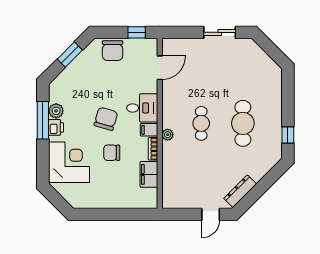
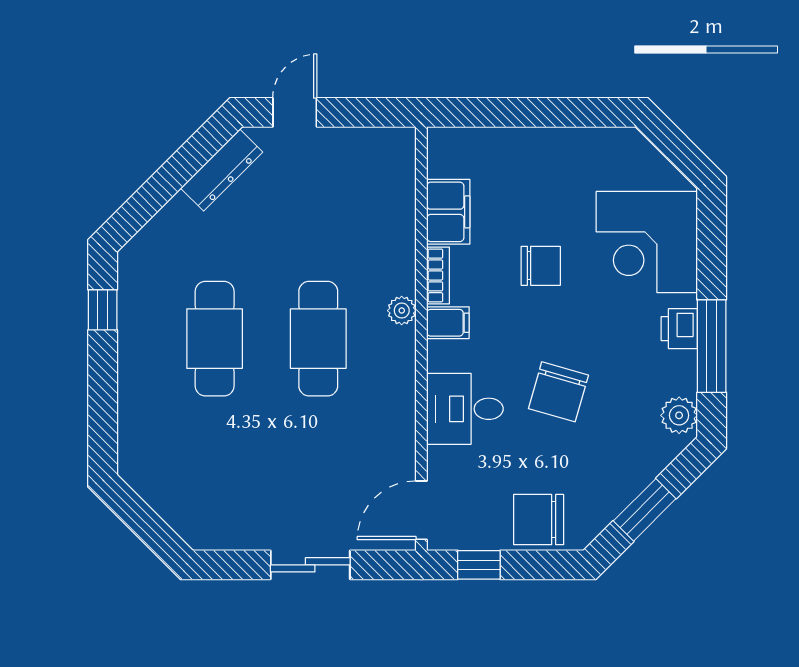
sliding door: (220, 32) -> (310, 565), moved
chair: (113, 51) -> (539, 520), turned -90
door: (160, 68) -> (421, 510), moved
desk: (142, 108) -> (465, 409), moved
plant: (56, 111) -> (679, 415), moved
chair: (106, 119) -> (558, 392), moved
cafe table: (201, 123) -> (318, 339), width x1.37, depth x1.35

